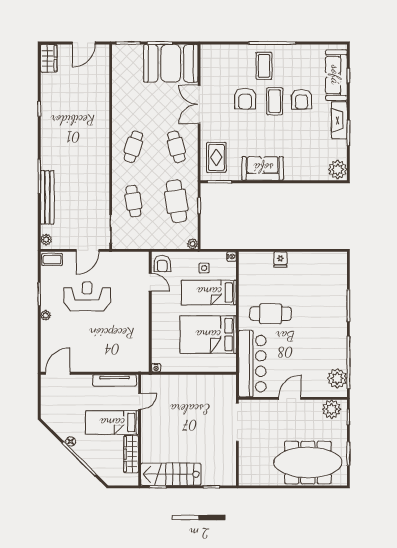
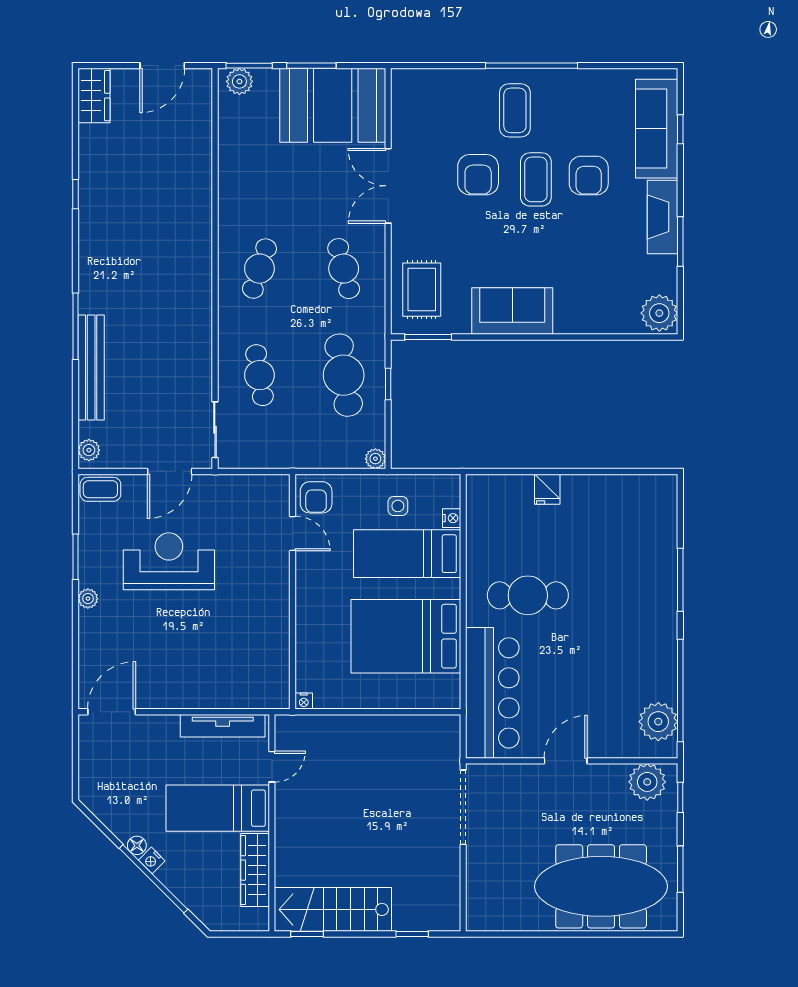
plant: (123, 51) -> (239, 81), added
nightstand: (232, 257) -> (452, 518), moved
nightstand: (78, 449) -> (152, 860), added

